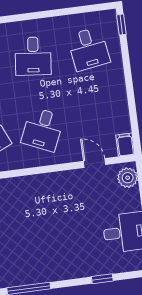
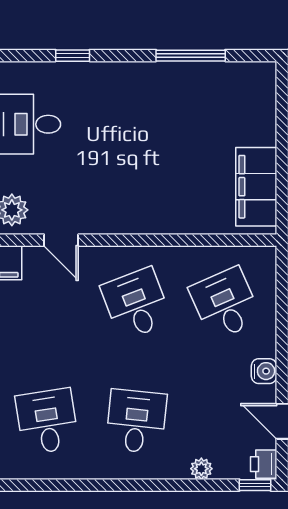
desk: (43, 129) -> (136, 304), turned -45

